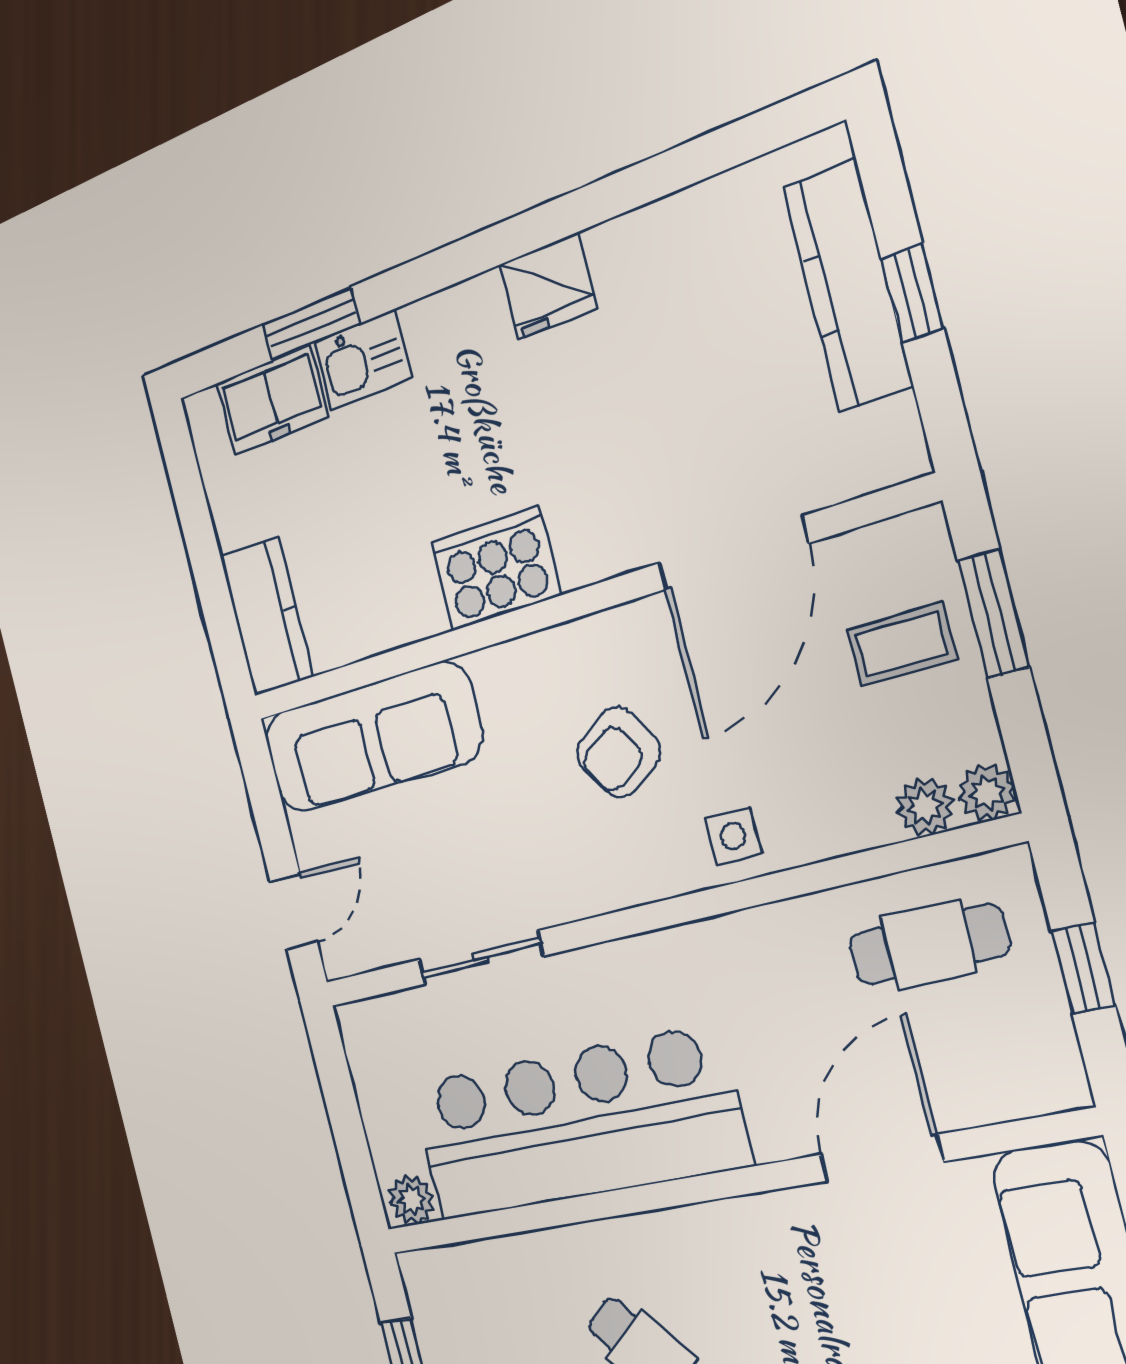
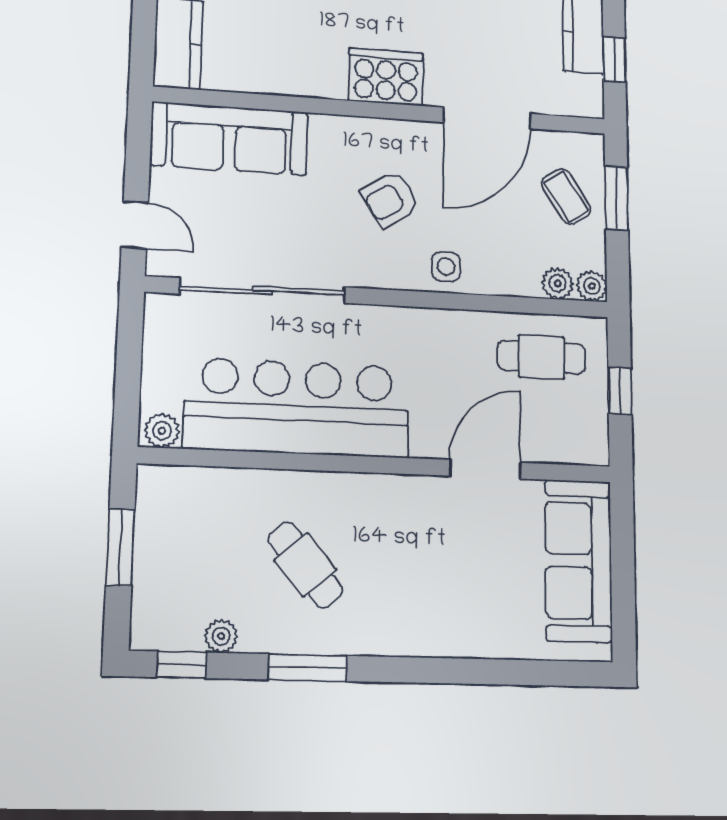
window: (912, 294) -> (614, 60), moved
cooker: (496, 569) -> (386, 77), moved
coffee table: (901, 644) -> (566, 197), turned 57
door: (293, 911) -> (135, 225), hinge flipped
sliding door: (480, 958) -> (263, 291), width x1.86

